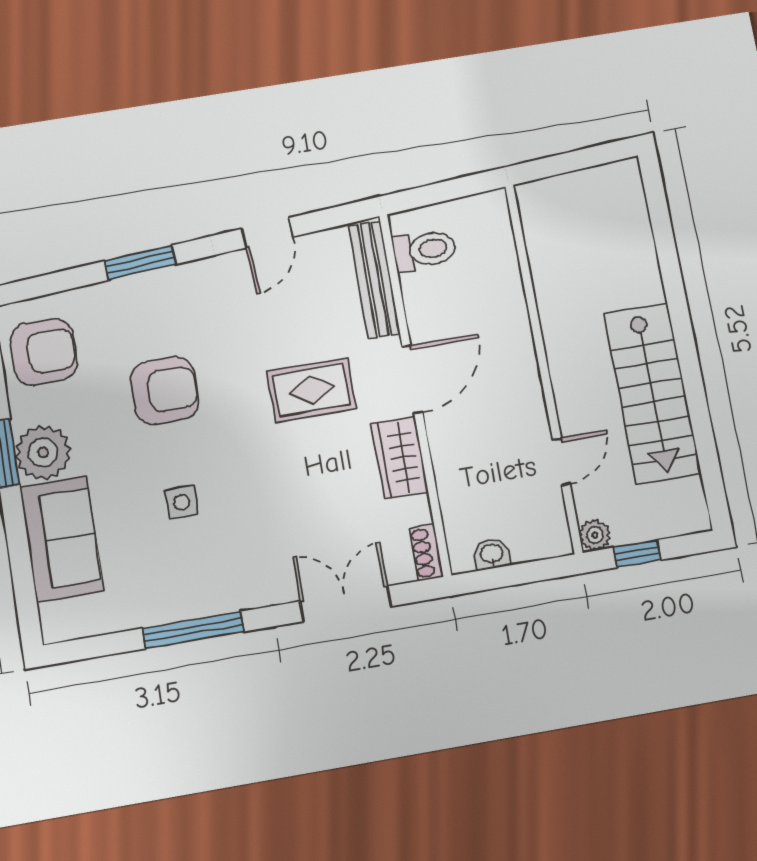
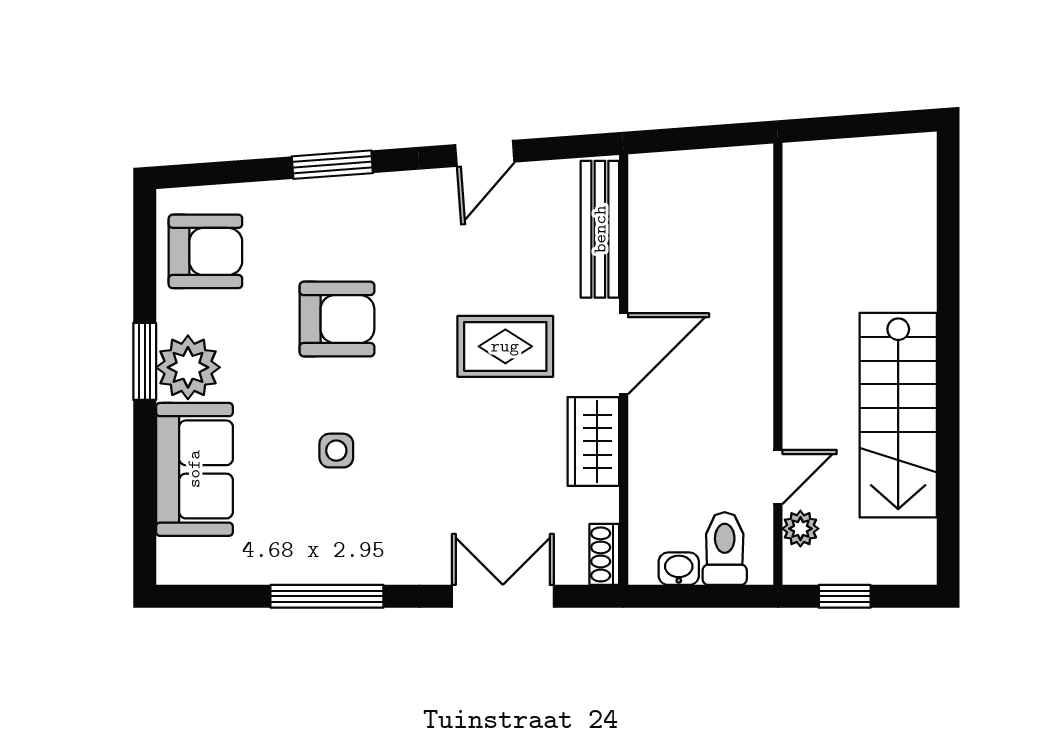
toilet: (424, 250) -> (725, 549), moved, turned -90
plant: (595, 535) -> (800, 529), moved

